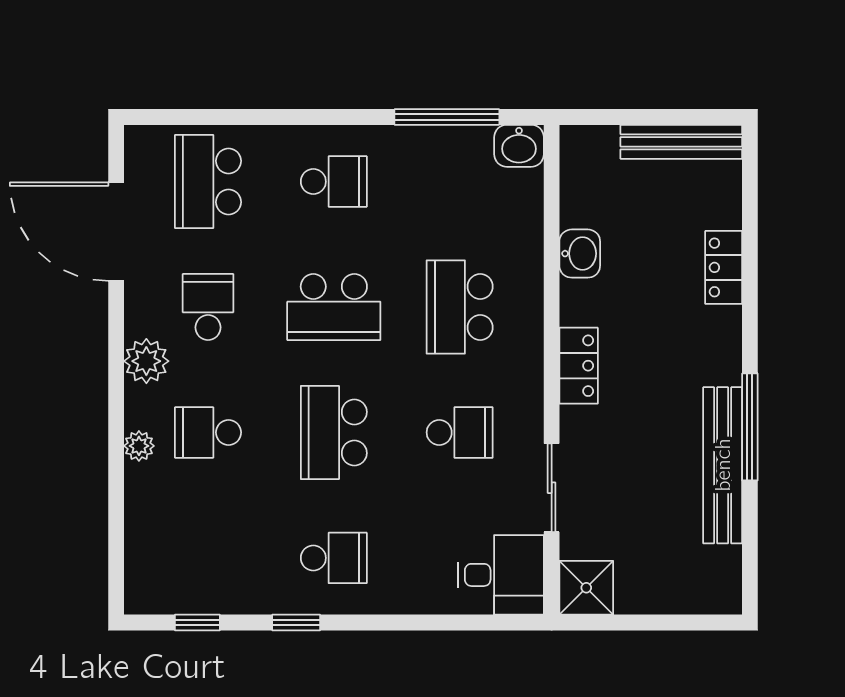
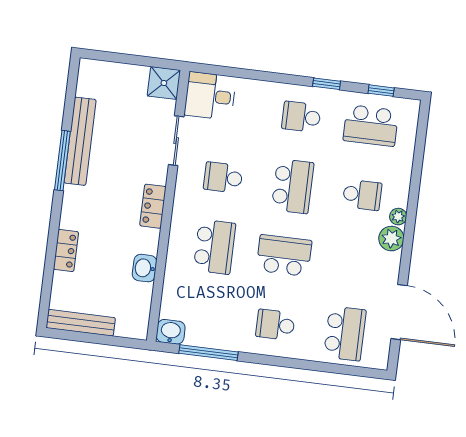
school desk: (208, 307) -> (371, 125), moved, width x1.85
plant: (139, 446) -> (398, 217), moved

